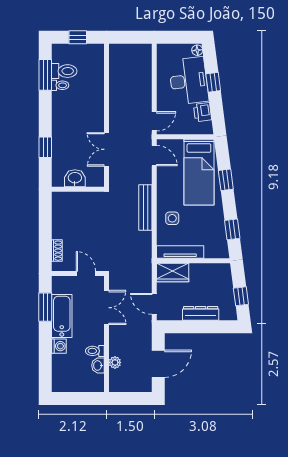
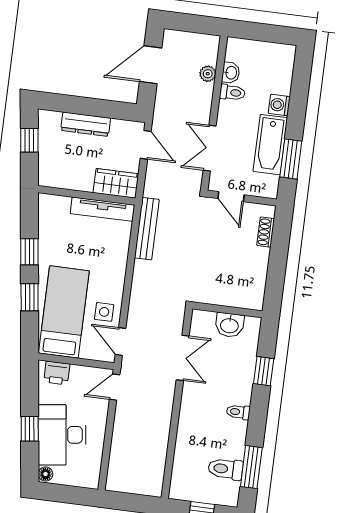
toilet: (60, 85) -> (238, 412), moved
printer: (203, 112) -> (57, 373), moved, turned 97
bench: (145, 208) -> (147, 229), moved
side table: (172, 218) -> (104, 312), moved
window: (232, 229) -> (29, 252), moved

